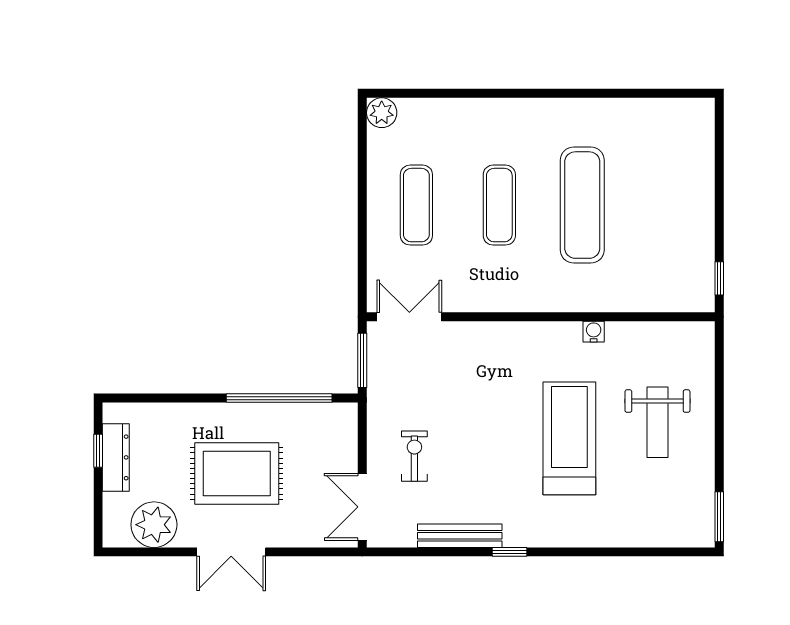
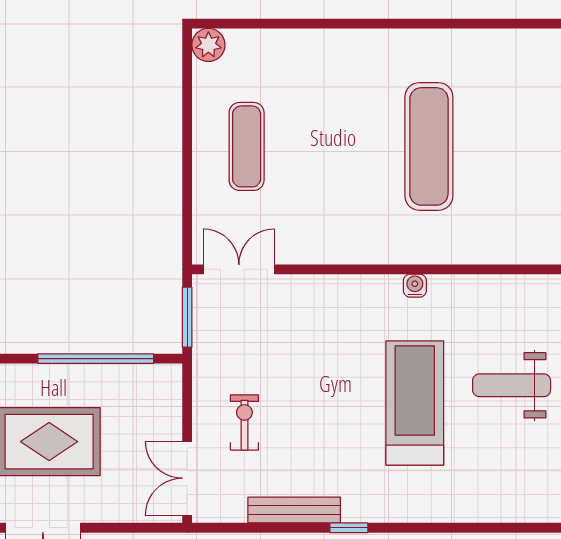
exercise mat: (499, 205) -> (338, 146), removed
water cooler: (594, 332) -> (415, 286), moved
weight bench: (657, 422) -> (512, 385), turned 90

